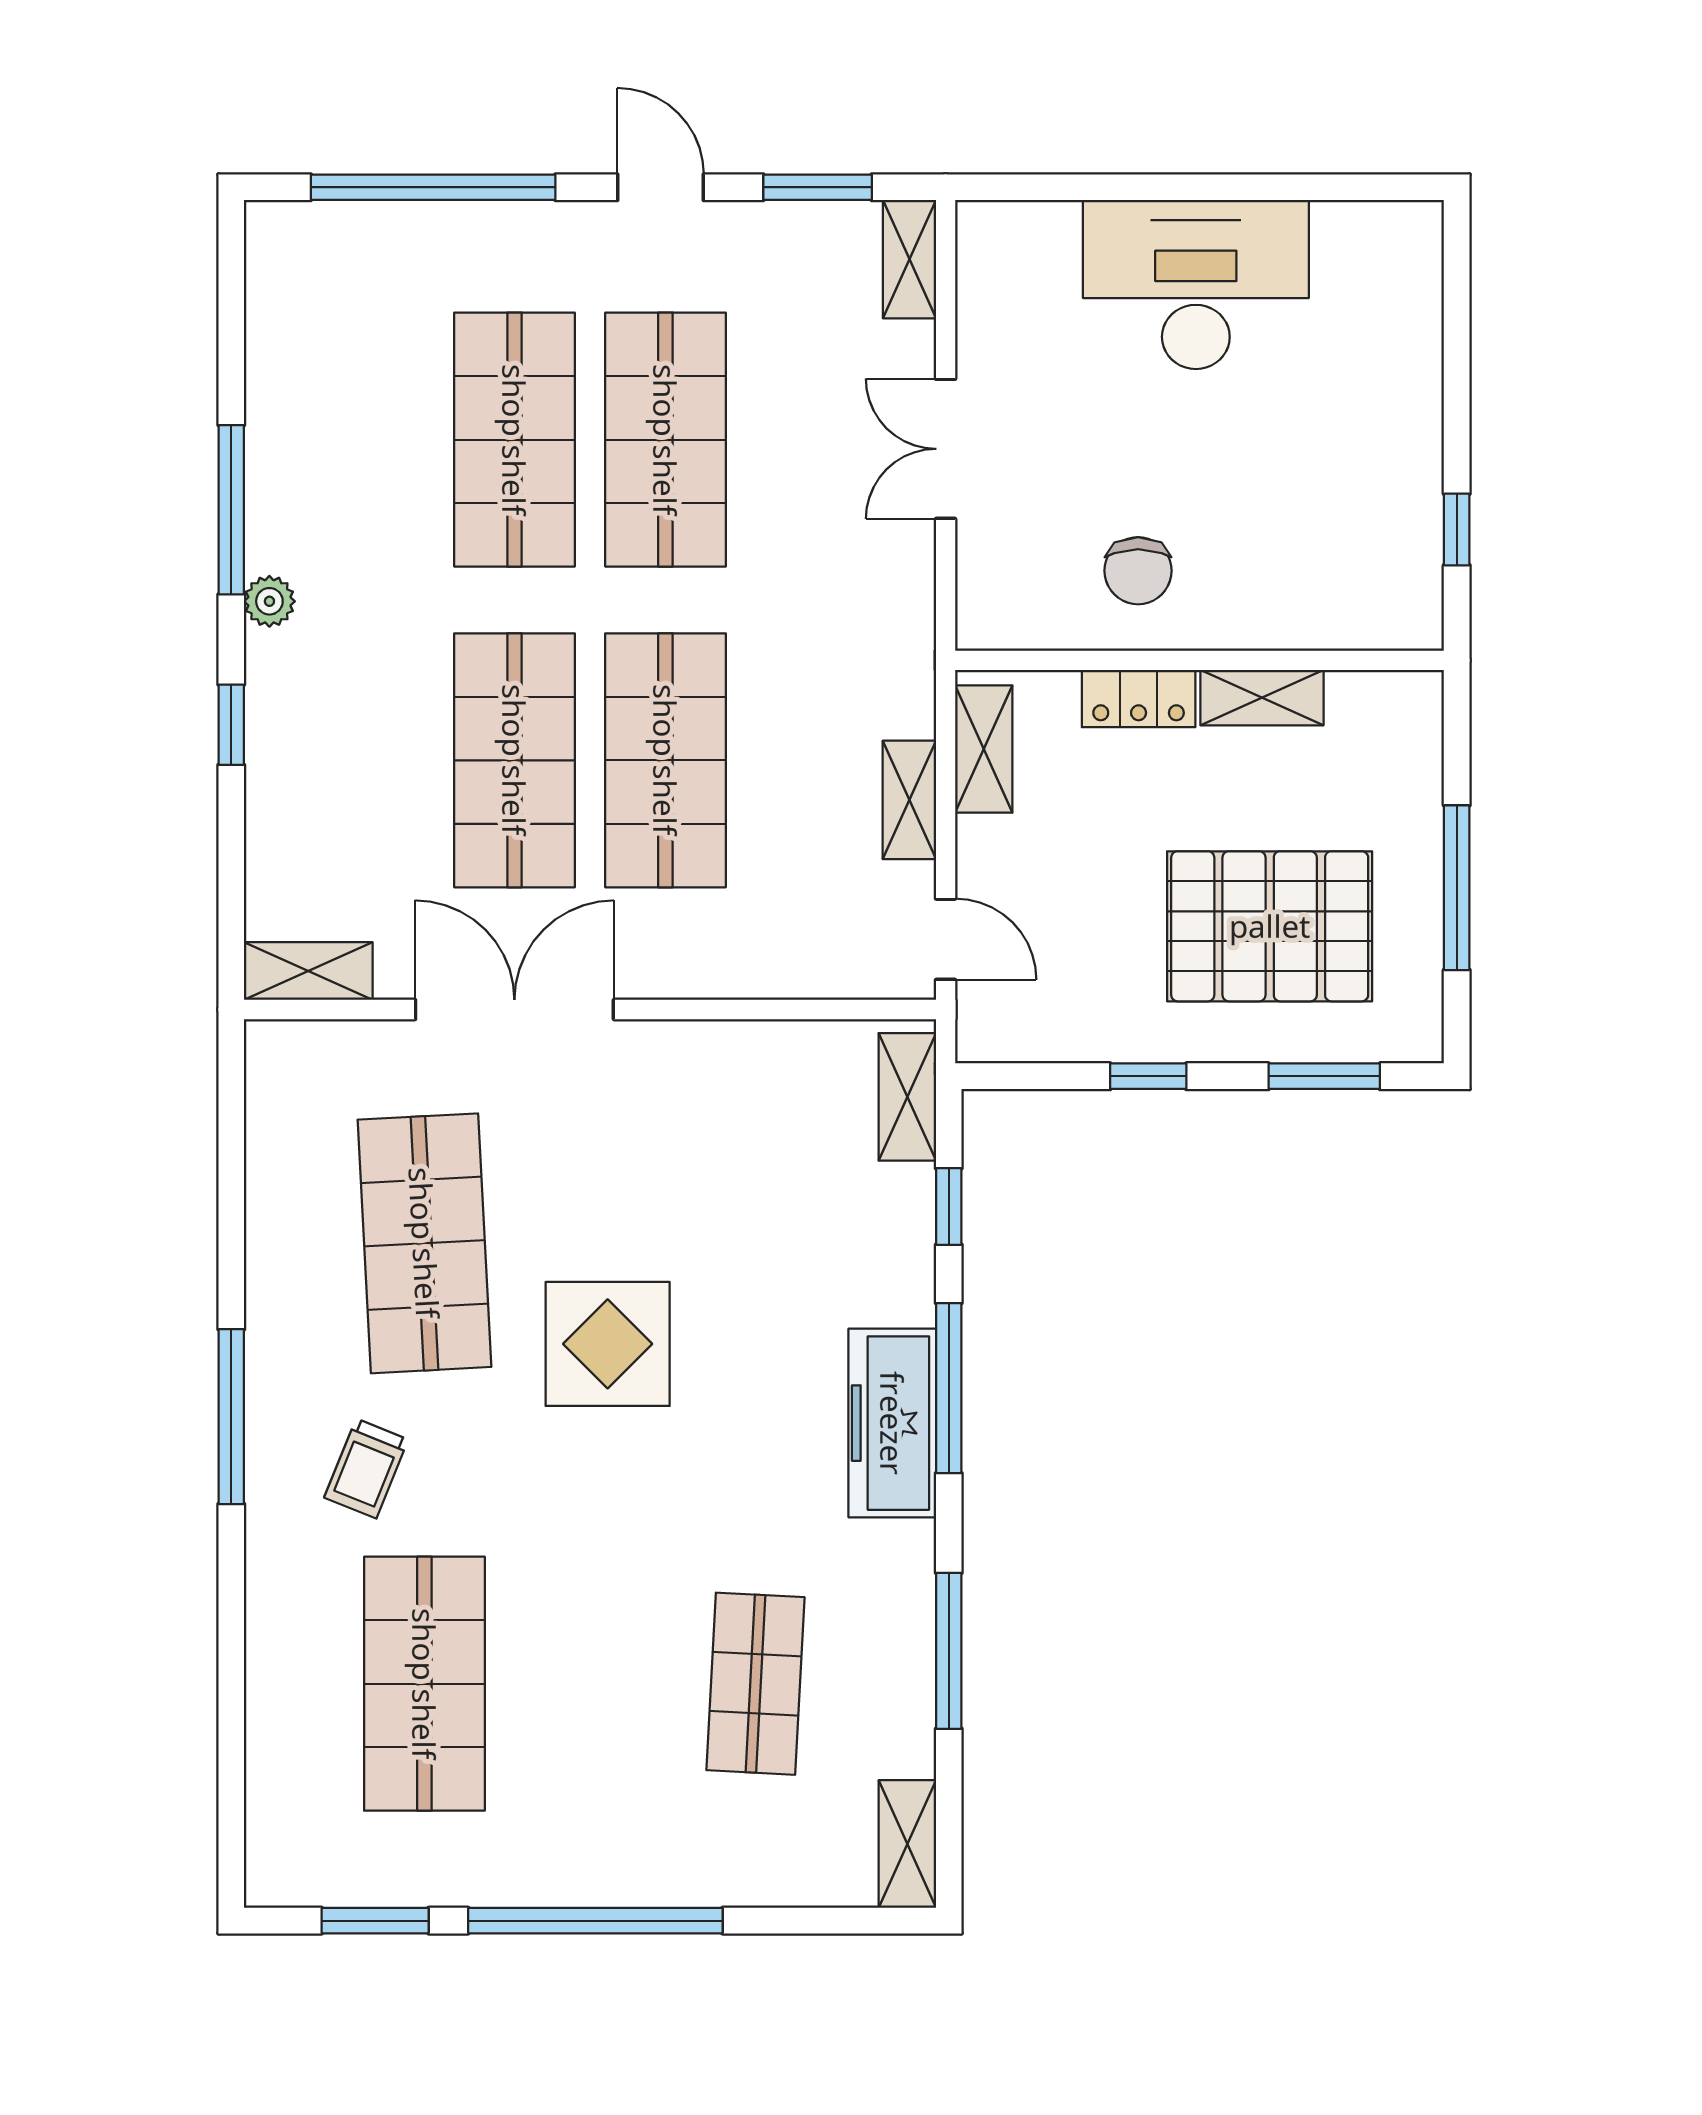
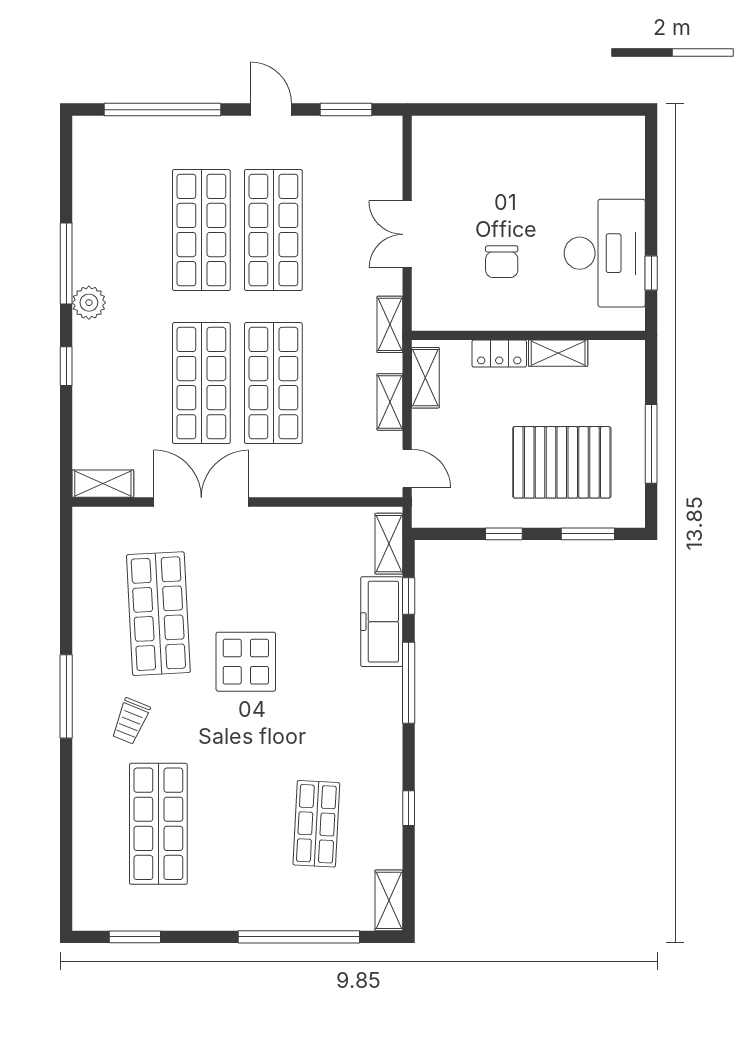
shelving: (909, 259) -> (390, 324), moved
desk: (1196, 284) -> (605, 253), moved, turned 90
chair: (1138, 571) -> (502, 262), moved
plant: (269, 601) -> (89, 303), width x1.38, depth x1.38
freezer: (892, 1423) -> (382, 622), moved
window: (949, 1651) -> (409, 808), width x0.46
window: (595, 1921) -> (299, 937), moved

